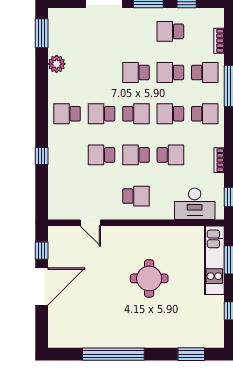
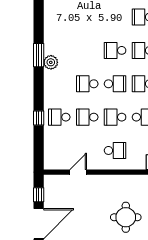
window: (42, 33) -> (39, 55), moved
plant: (57, 64) -> (51, 62), moved
school desk: (67, 114) -> (59, 117), moved
door: (90, 223) -> (78, 172), swing flipped

